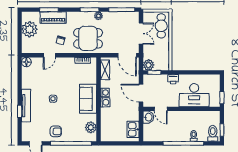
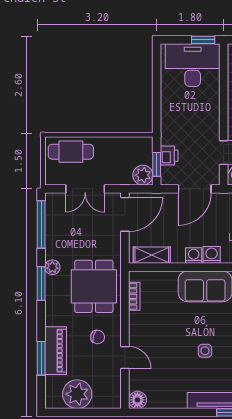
double door: (141, 34) -> (85, 189), swing flipped
printer: (173, 79) -> (169, 156), moved
desk: (194, 95) -> (193, 65), moved, turned -90

